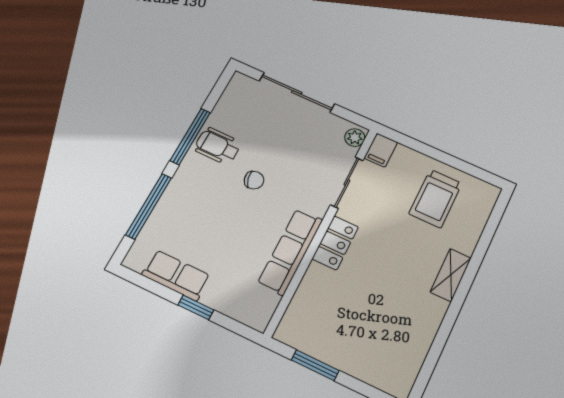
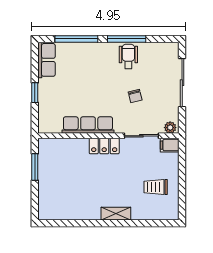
chair: (254, 180) -> (135, 96), moved
trolley: (436, 198) -> (156, 187), width x0.73, depth x0.72
row of seats: (176, 275) -> (46, 60), moved

